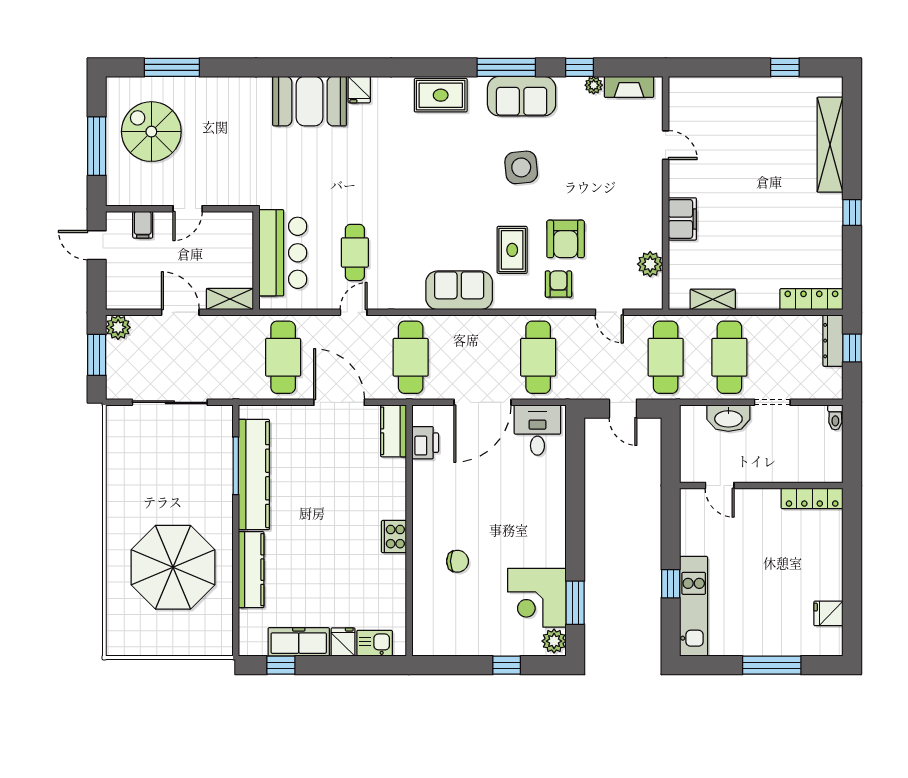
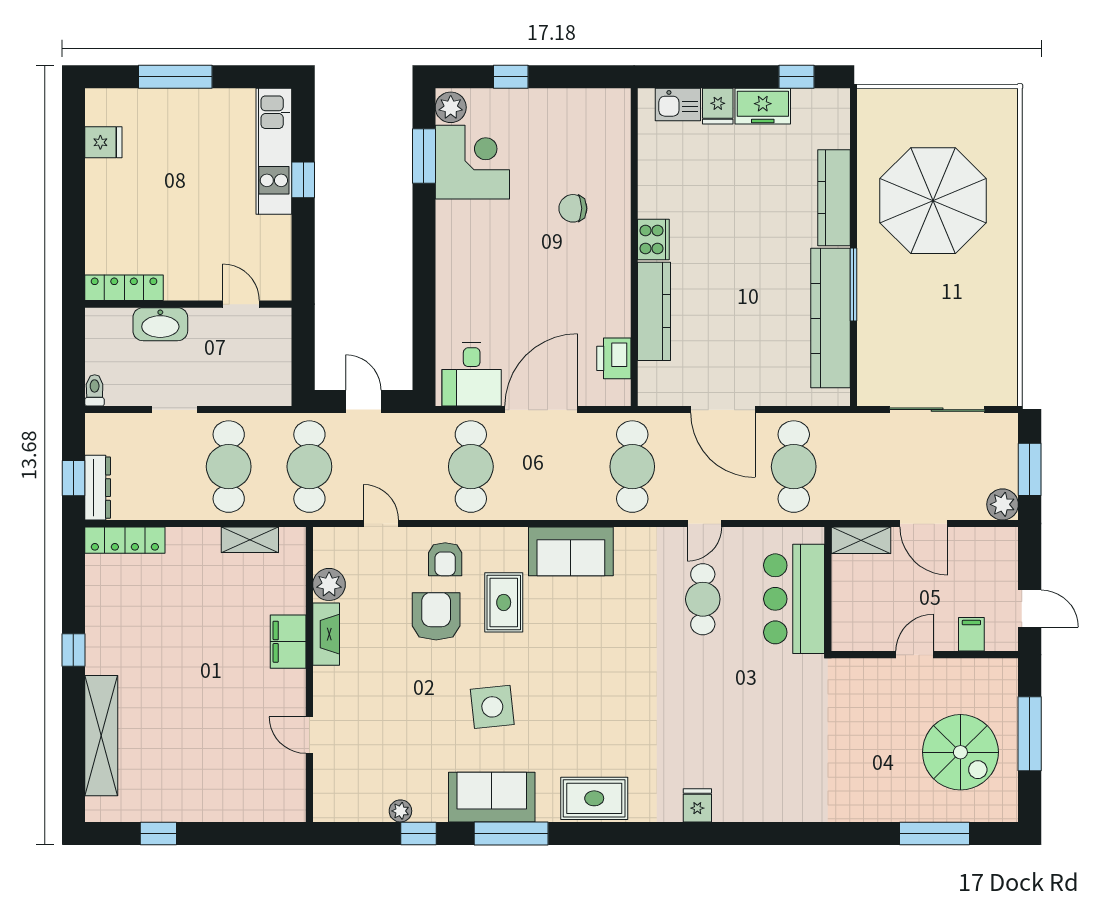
fireplace: (629, 87) -> (326, 634), moved, turned 90
booth: (309, 101) -> (760, 791), removed
washbasin: (728, 418) -> (160, 324), moved, turned 180
kitchen counter: (393, 431) -> (654, 311), moved, width x1.50
window: (236, 466) -> (854, 285), moved
freezer: (299, 642) -> (763, 106), width x0.71

